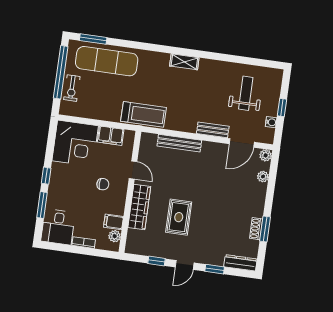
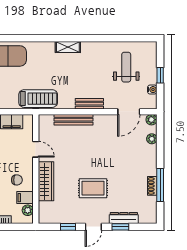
bench: (213, 130) -> (89, 104), moved
chair: (103, 184) -> (17, 180), moved
rug: (179, 217) -> (93, 188), moved, turned 90
window: (265, 229) -> (160, 185), width x1.44
dresser: (240, 263) -> (124, 218), moved

